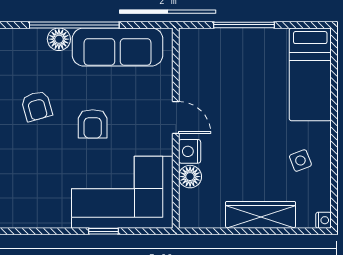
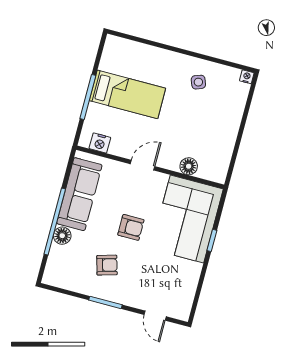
bed: (310, 74) -> (127, 94), moved
nightstand: (190, 151) -> (100, 143), moved
wardrobe: (261, 215) -> (230, 122), removed

